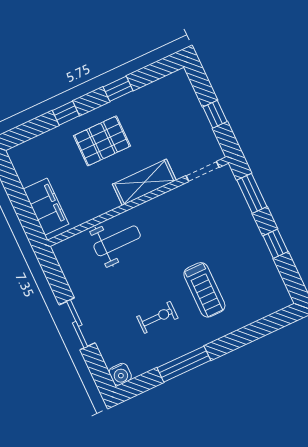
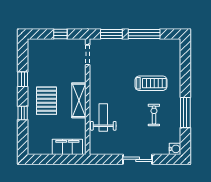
shelving: (144, 182) -> (79, 100), moved
window: (275, 244) -> (144, 34), width x2.17

